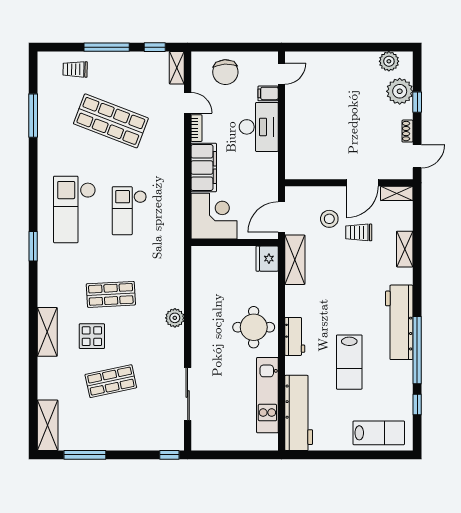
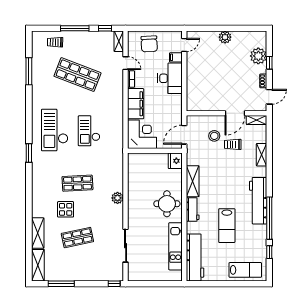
plant: (389, 61) -> (225, 37), moved
shelving: (295, 260) -> (193, 181), moved
shelving: (47, 332) -> (38, 233), moved

